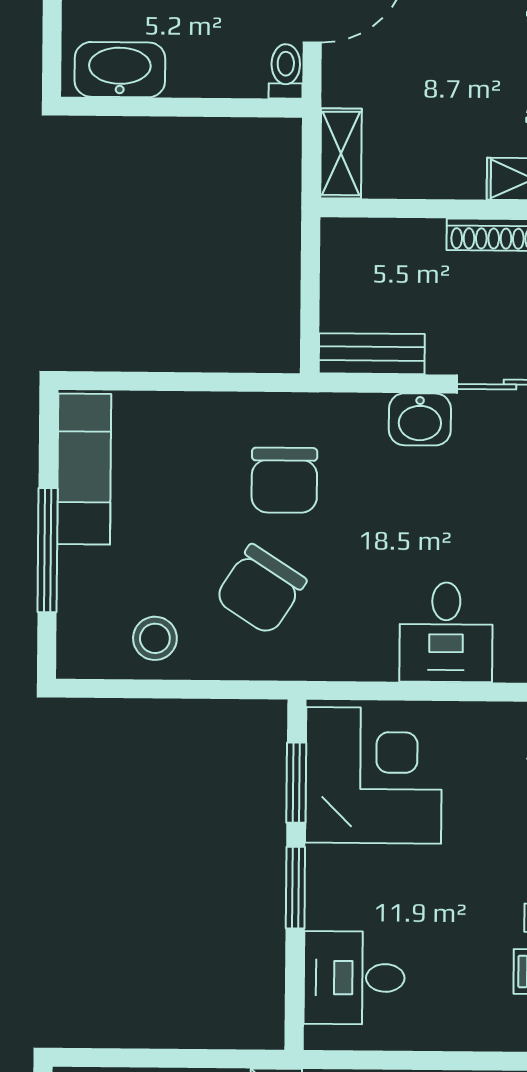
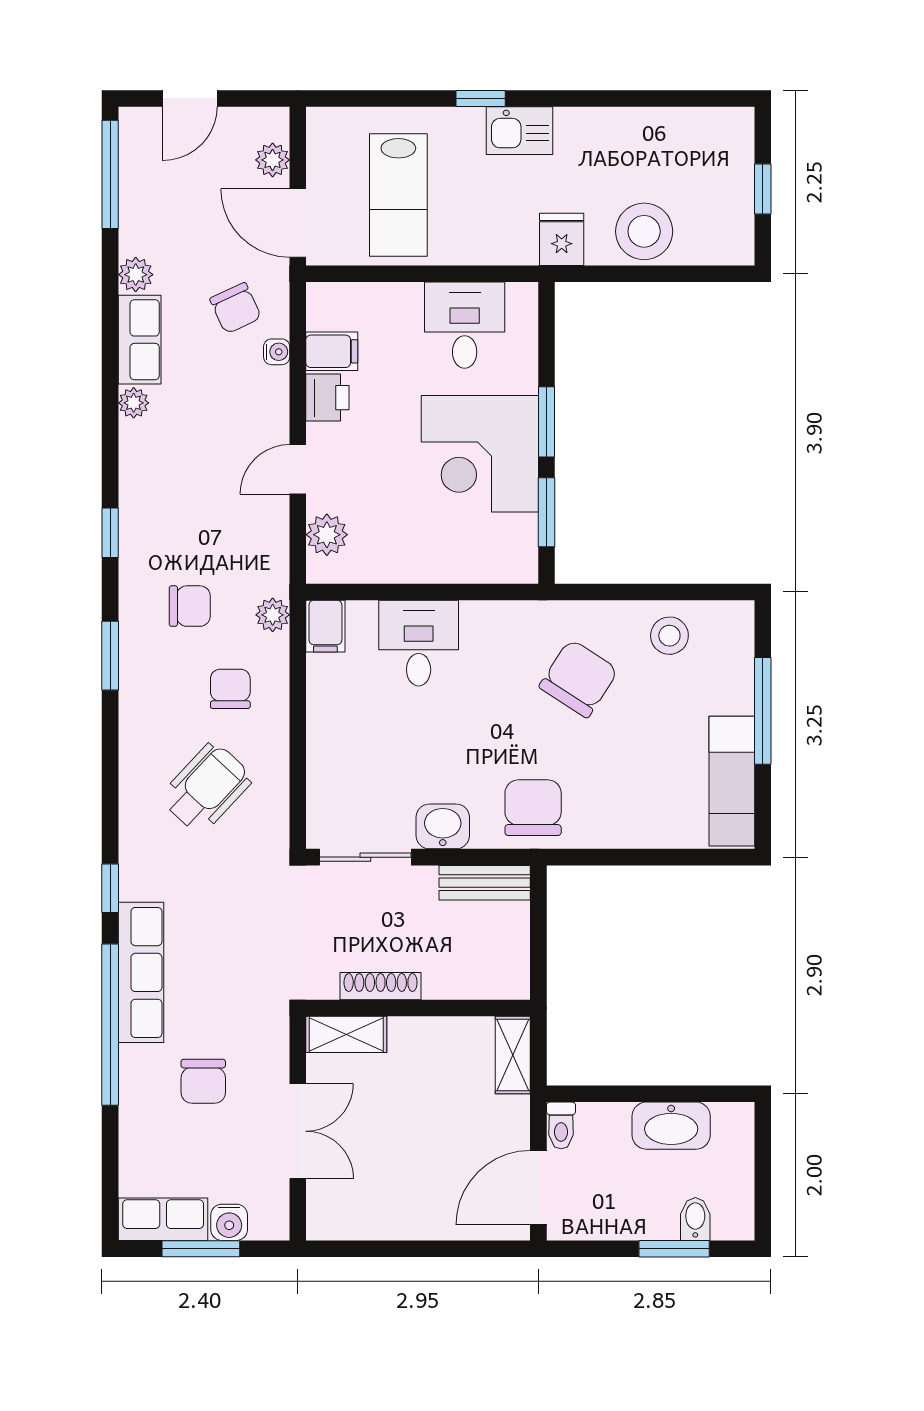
washbasin: (120, 70) -> (671, 1126), moved
chair: (284, 480) -> (533, 808), moved
corner desk: (374, 775) -> (480, 454), moved
desk: (354, 978) -> (465, 325), moved, turned -90

